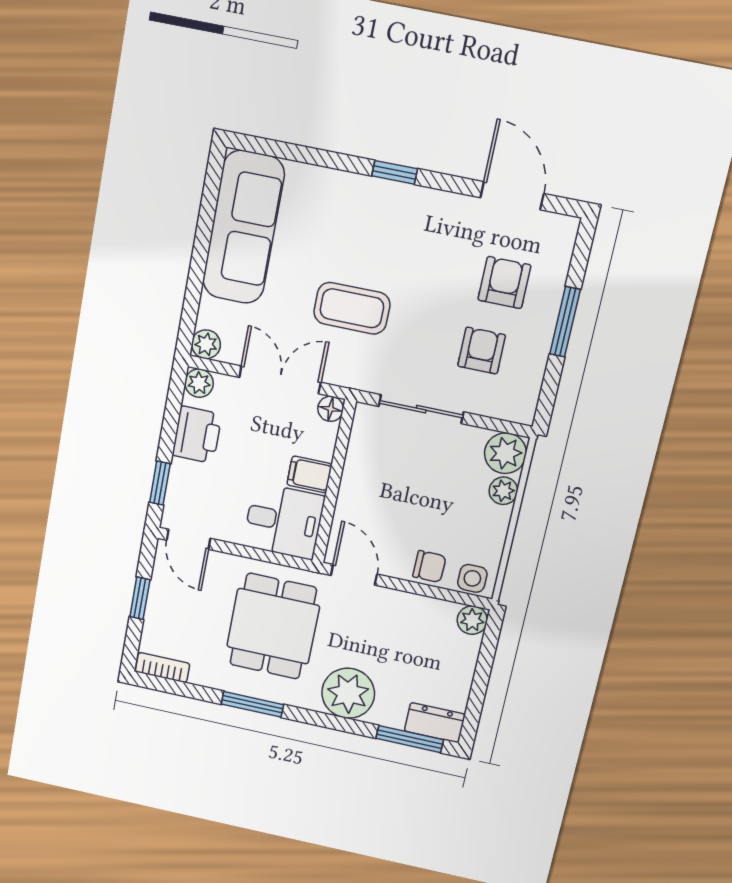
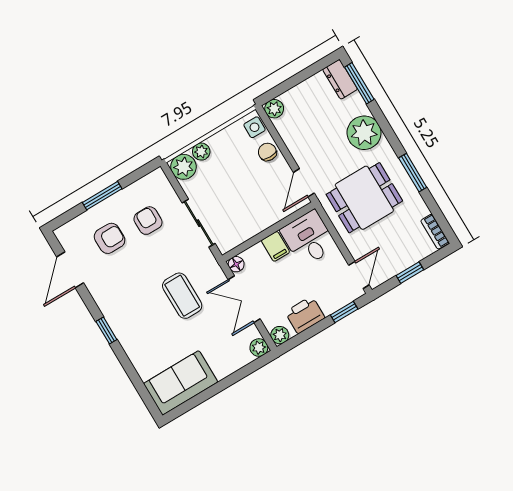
sofa: (243, 227) -> (181, 383), width x0.73
armchair: (504, 283) -> (110, 238), turned 180
armchair: (482, 350) -> (148, 221), turned 90

